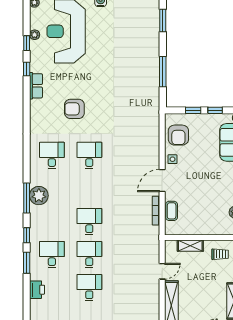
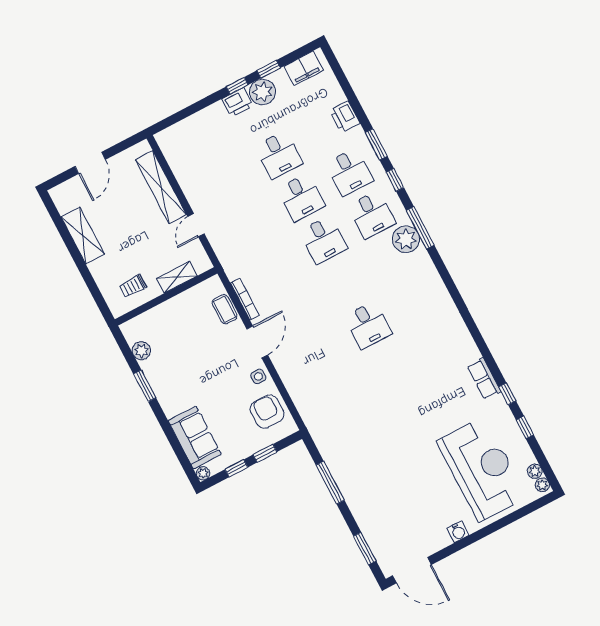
plant: (35, 35) -> (535, 471), moved
armchair: (74, 109) -> (419, 375), removed
desk: (52, 155) -> (372, 215), moved

